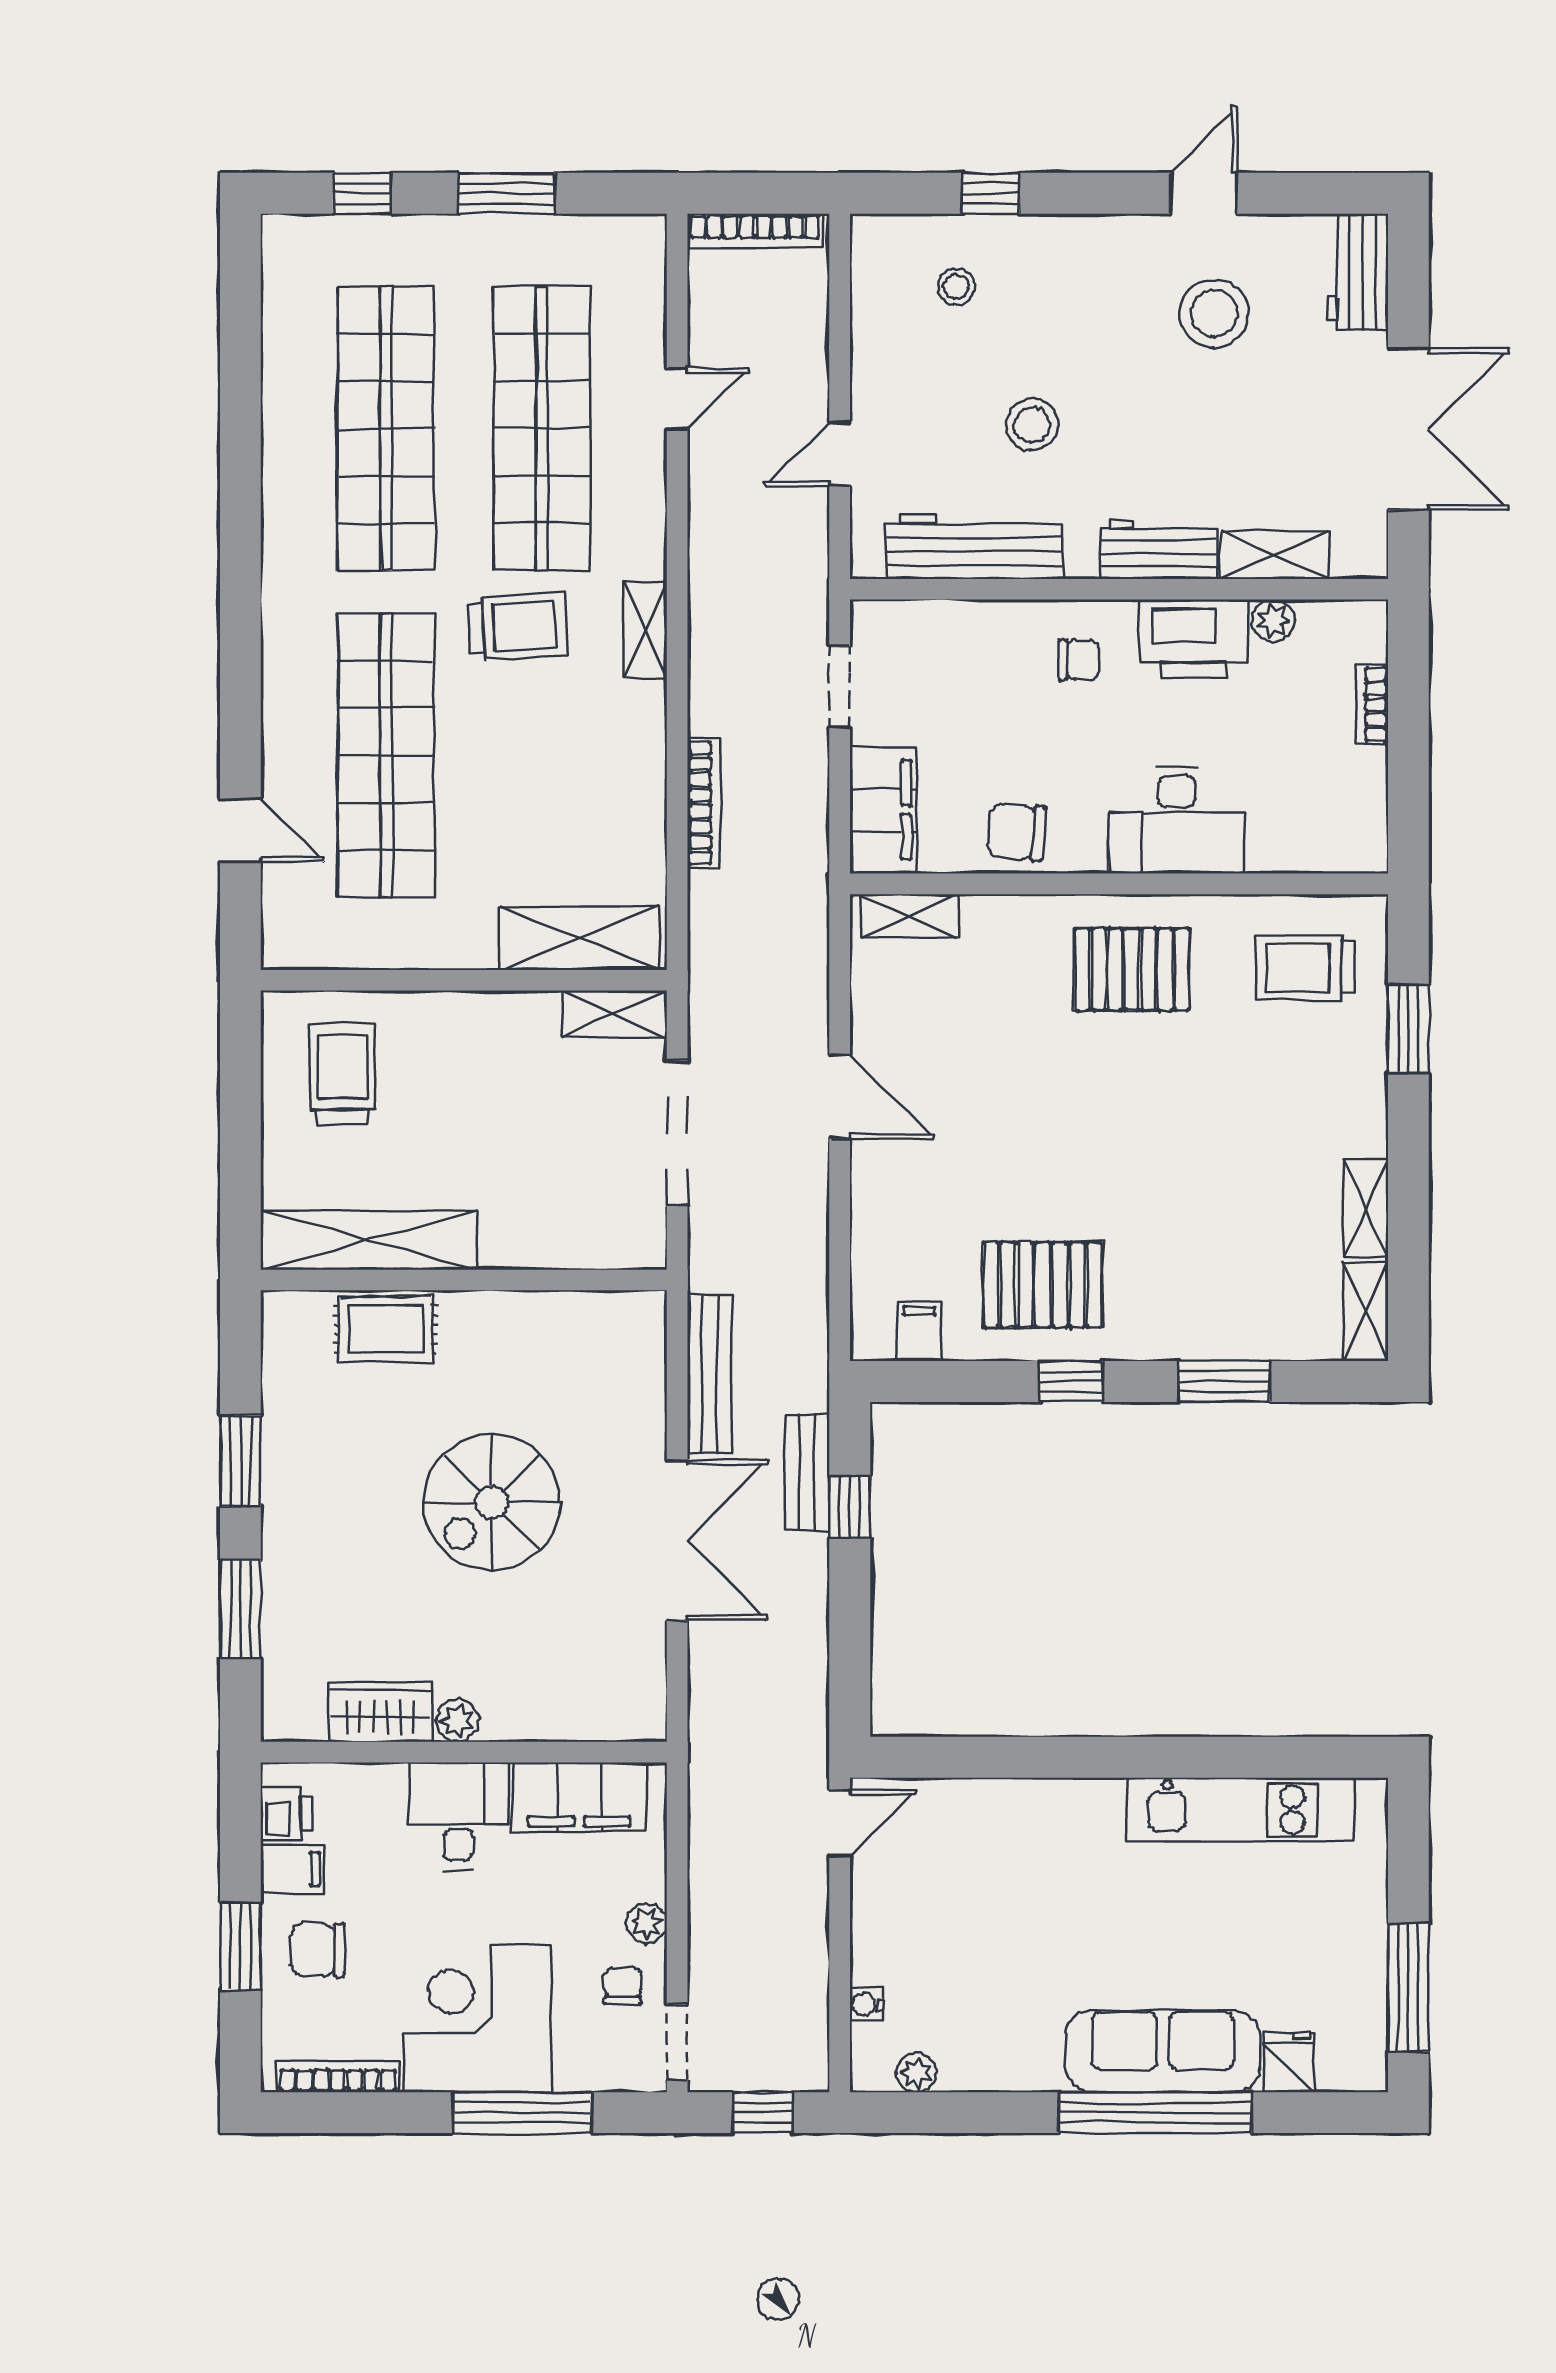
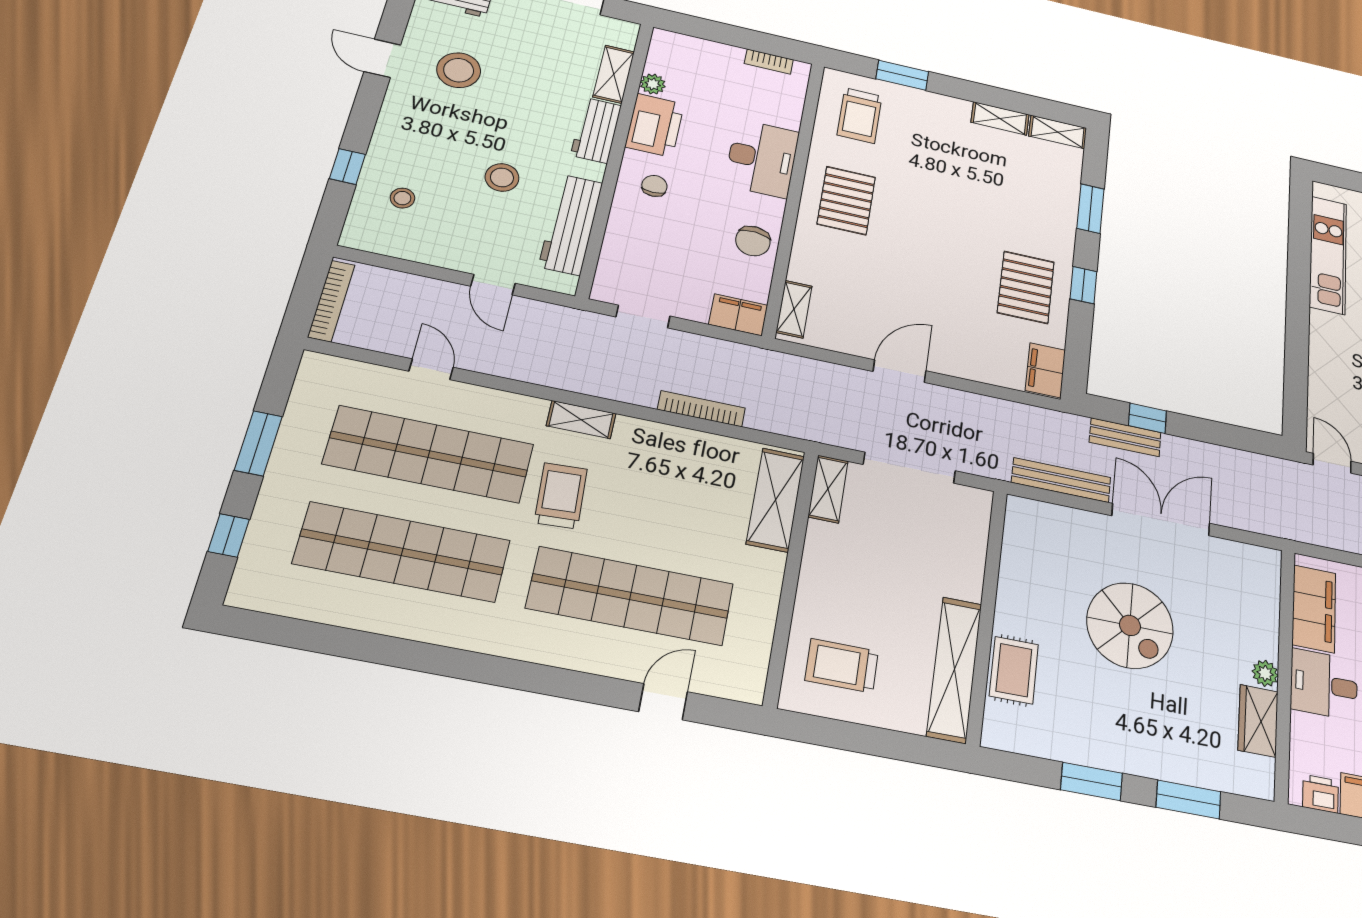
bookcase: (1372, 704) -> (769, 62), moved
filing cabinet: (883, 810) -> (738, 315), width x0.67, depth x0.86
filing cabinet: (919, 1332) -> (1045, 370), width x2.00

